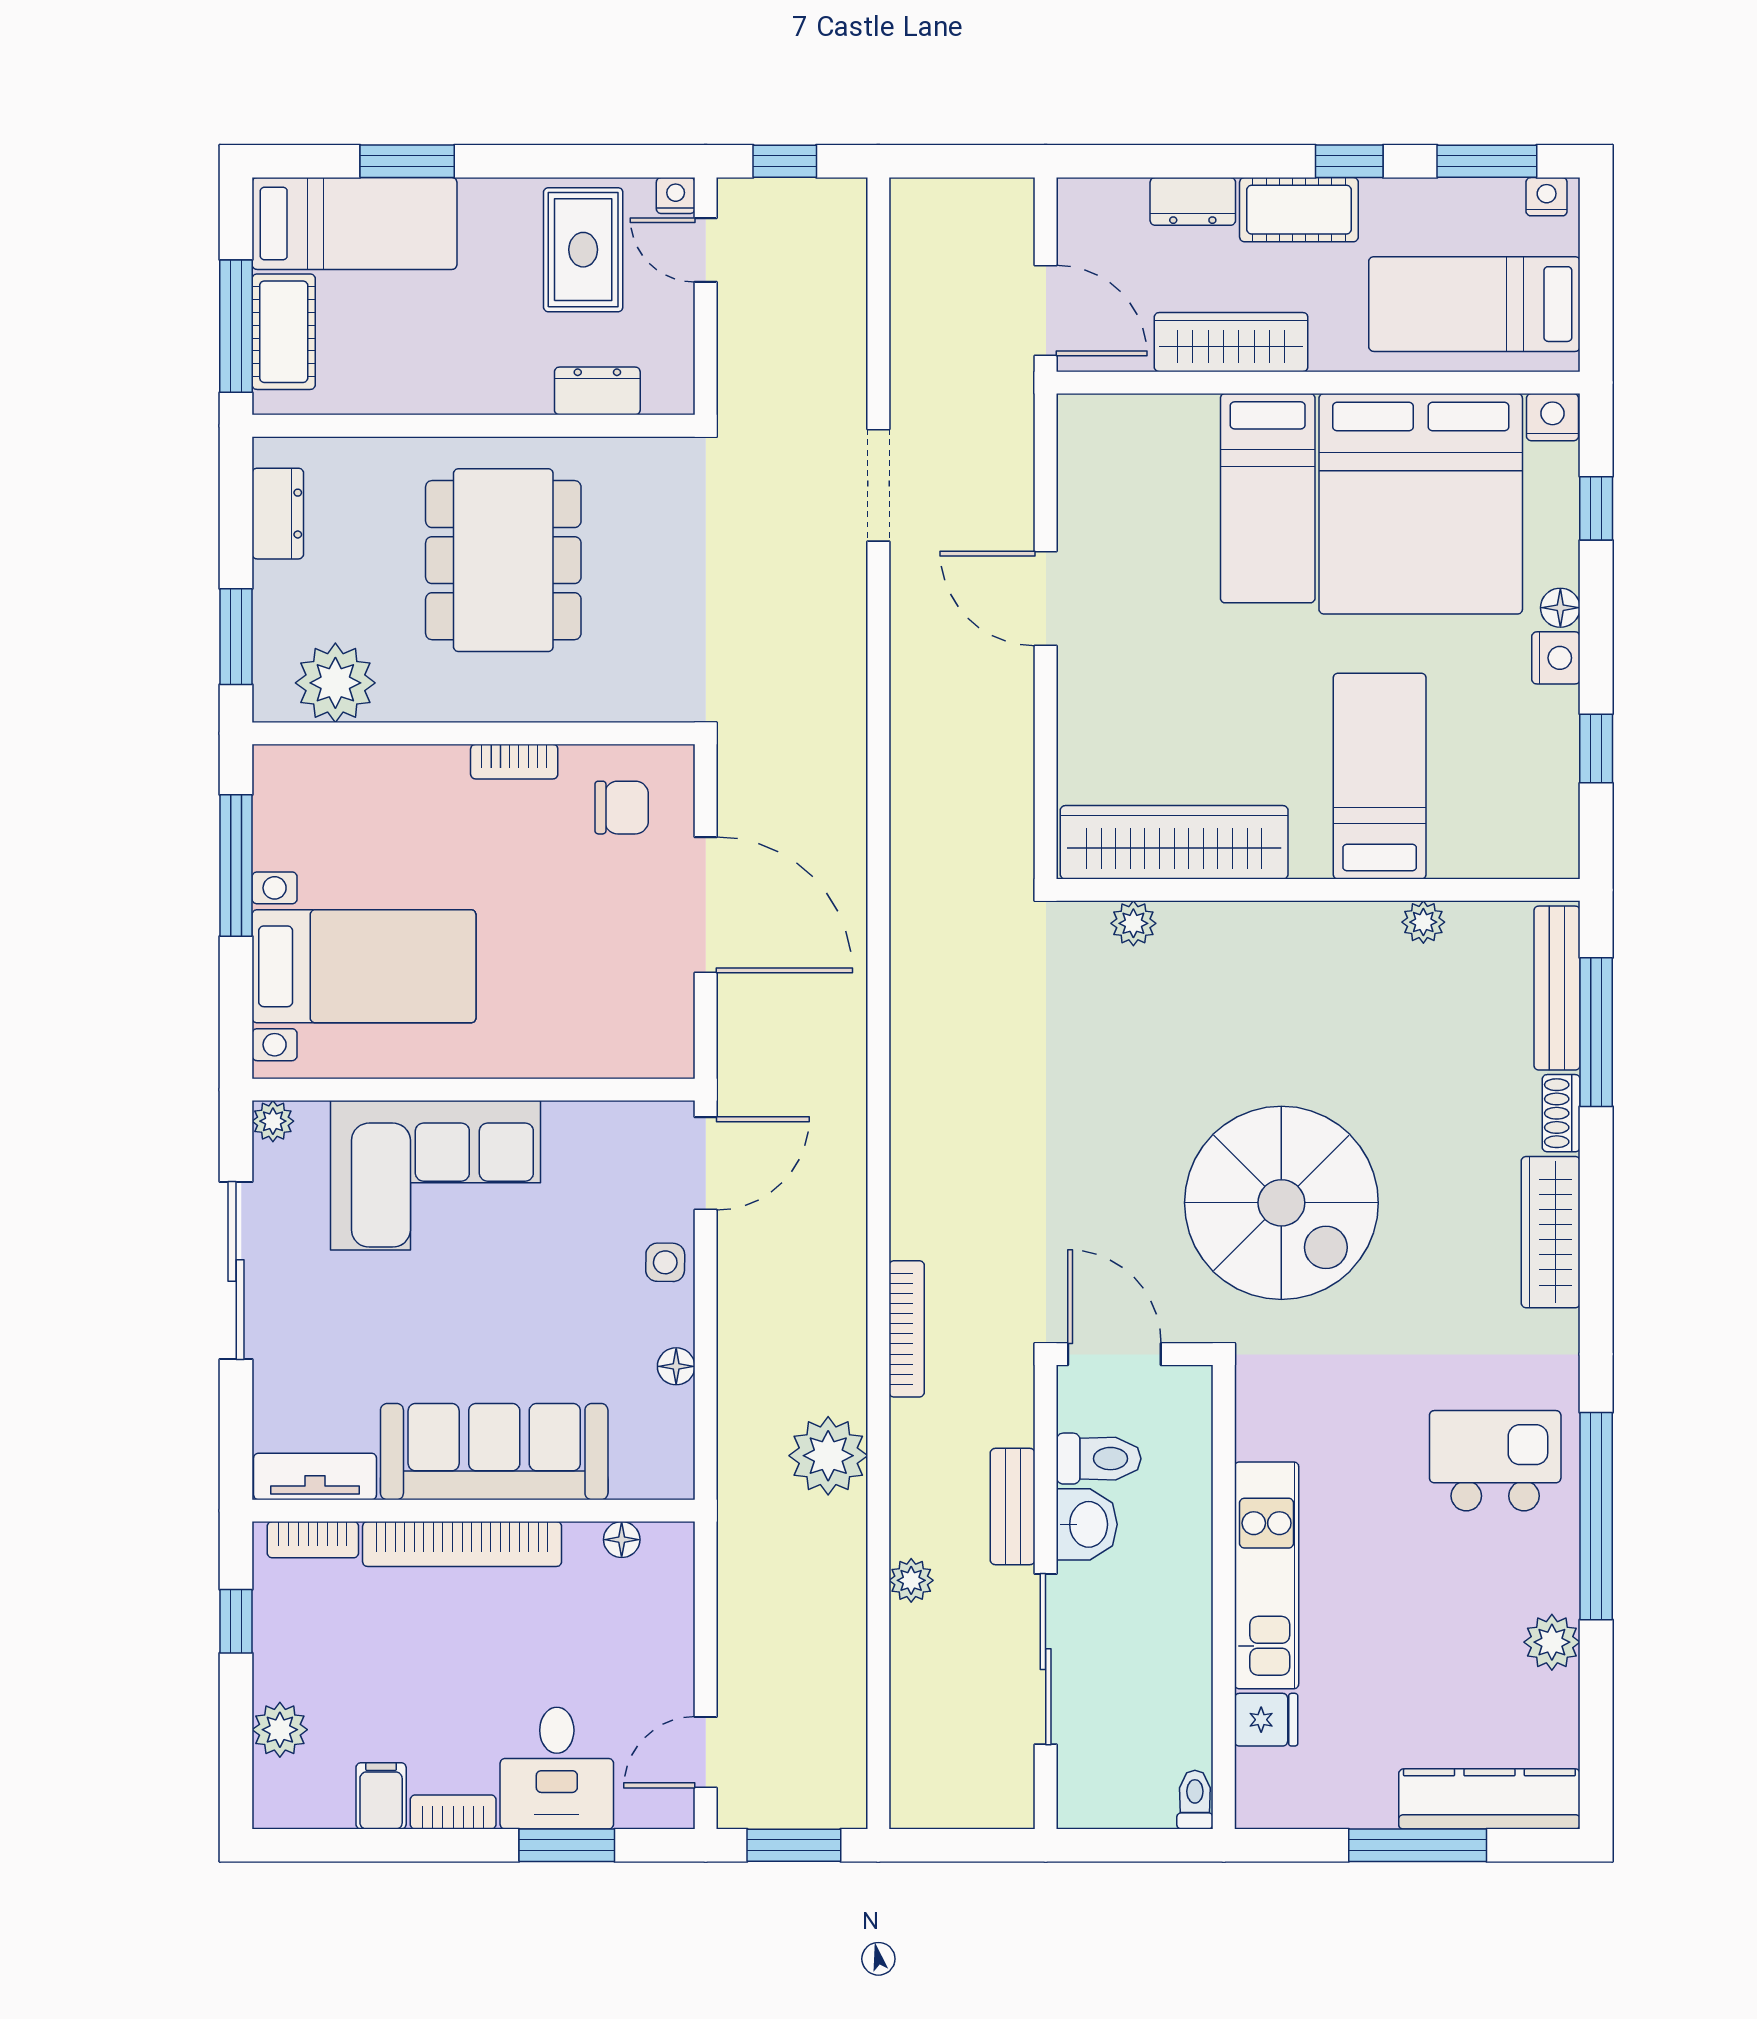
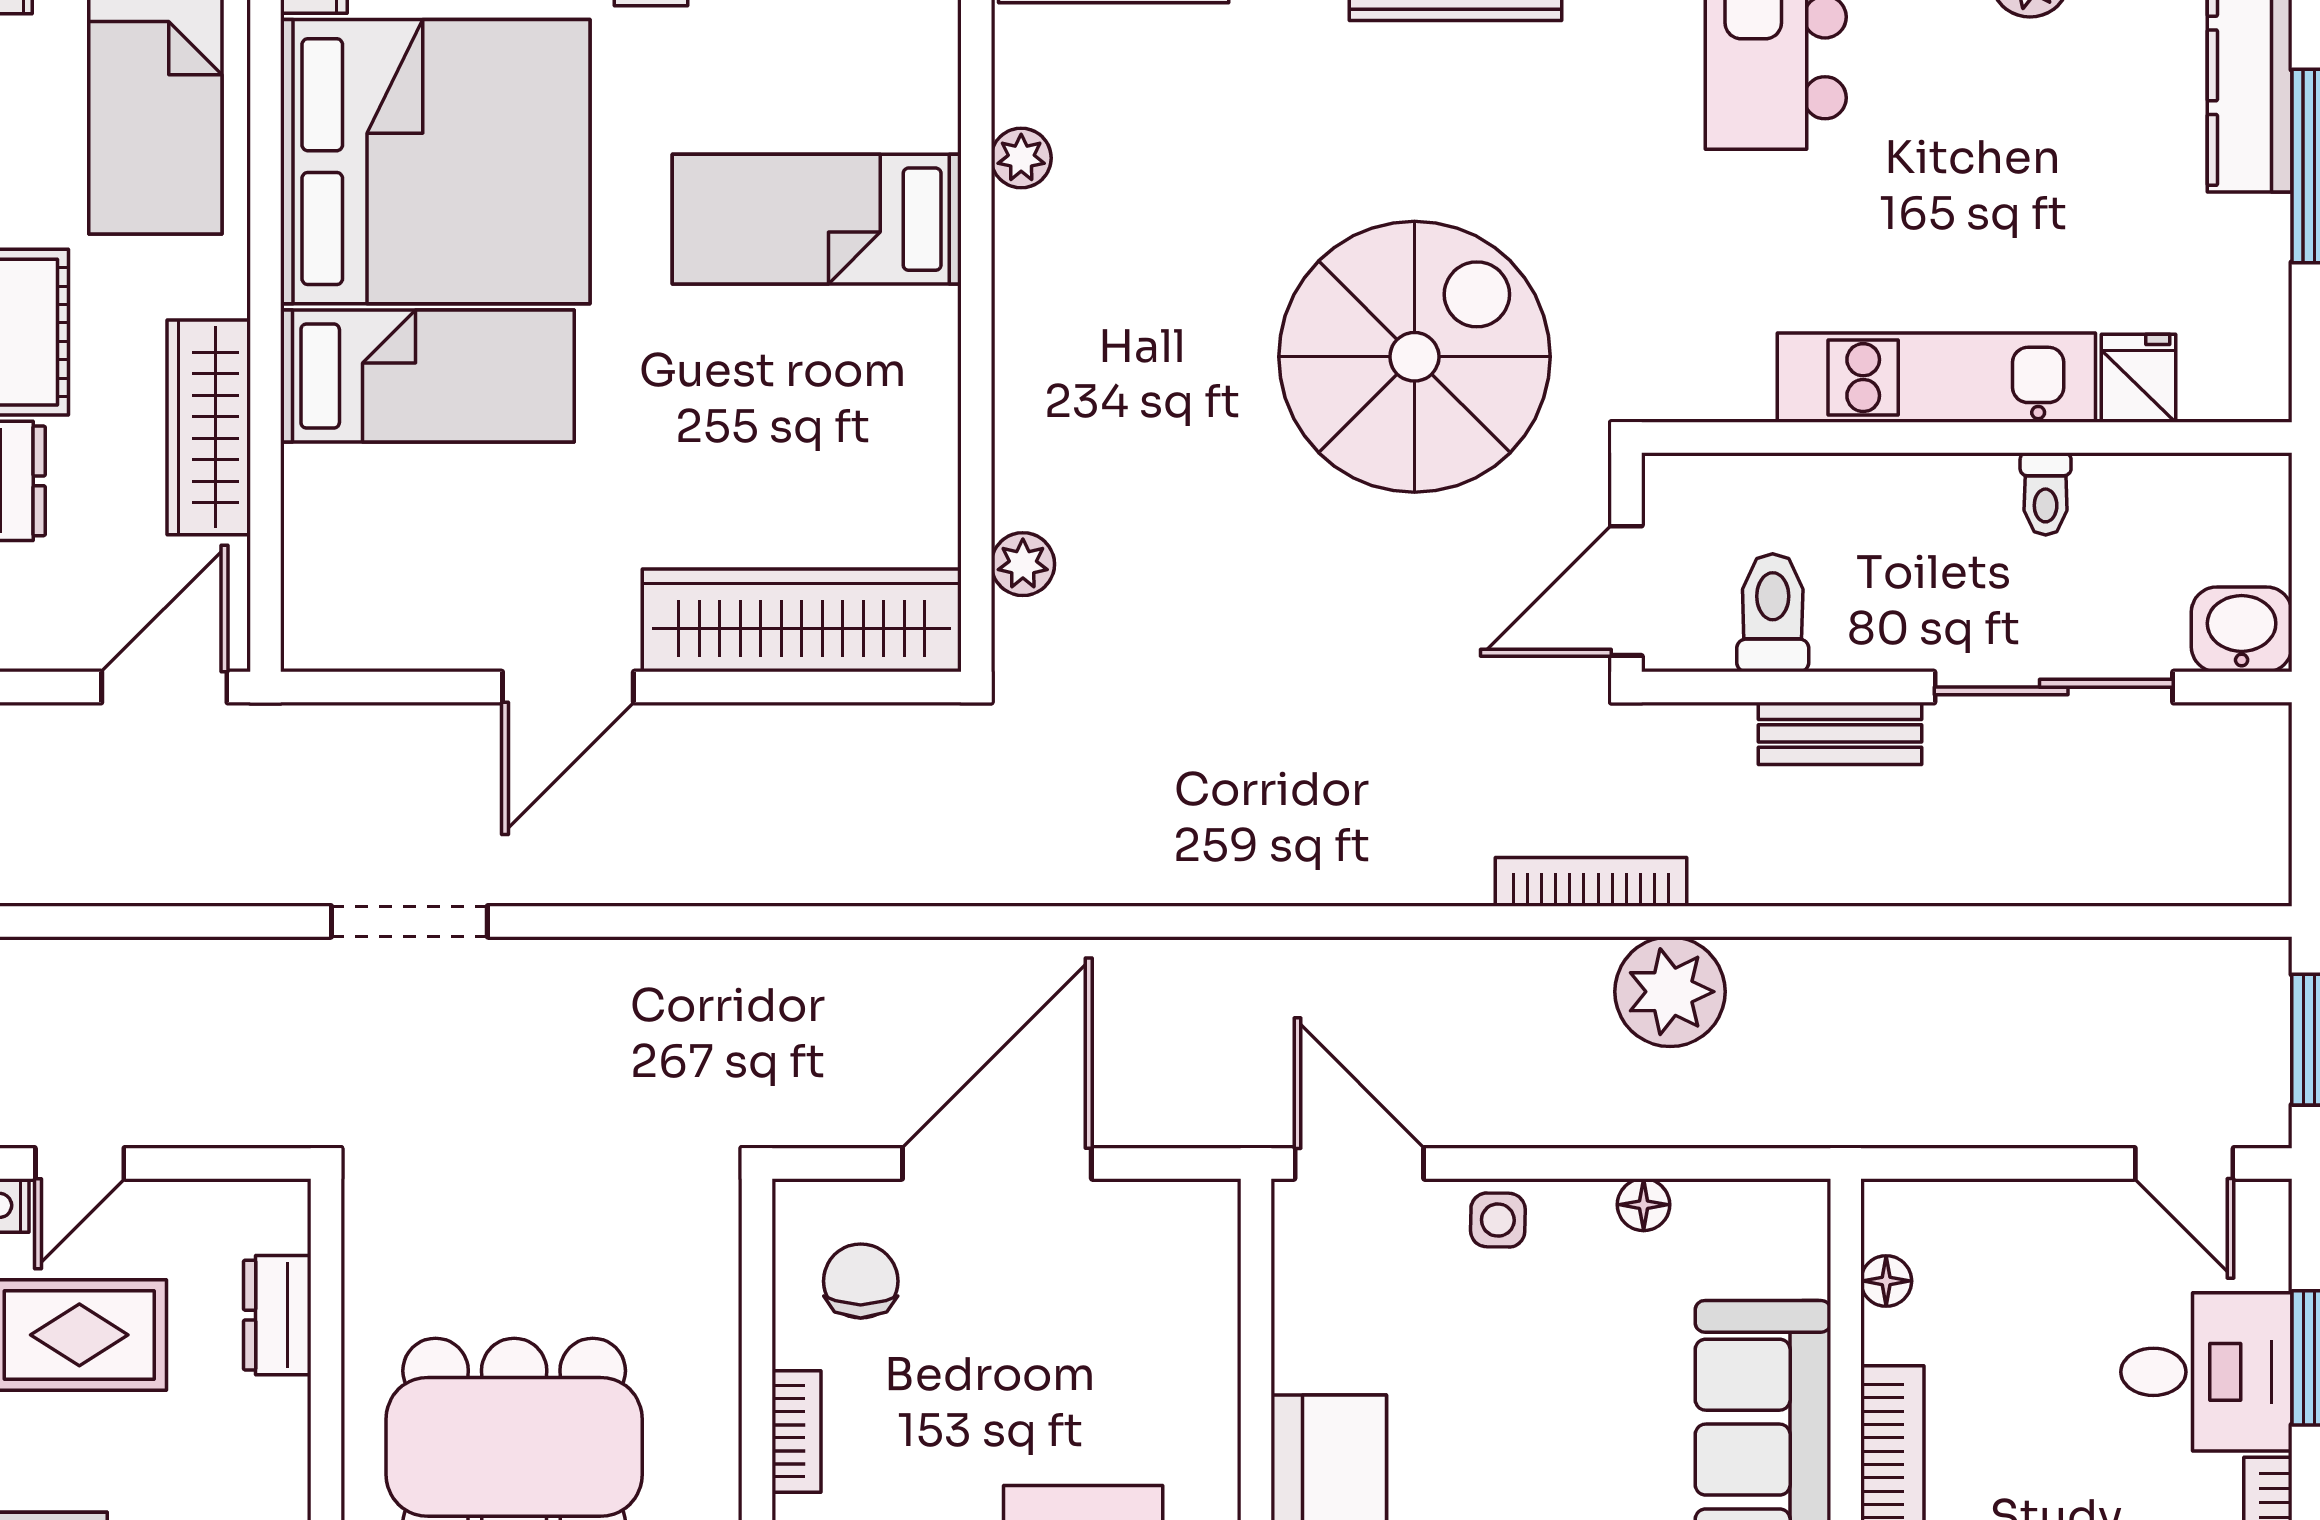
wardrobe: (1174, 842) -> (802, 620), moved, turned 90
plant: (828, 1456) -> (1670, 992), moved
washbasin: (1087, 1524) -> (2242, 629), moved
plant: (911, 1580) -> (1943, 875), removed
toilet: (1195, 1800) -> (2046, 494), moved, turned -90

